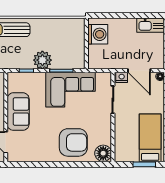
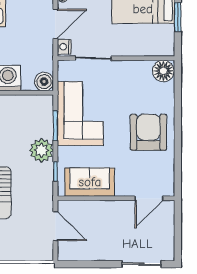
boiler: (95, 62) -> (44, 82), added
sofa: (18, 112) -> (90, 182), moved
armchair: (73, 142) -> (148, 132), moved

